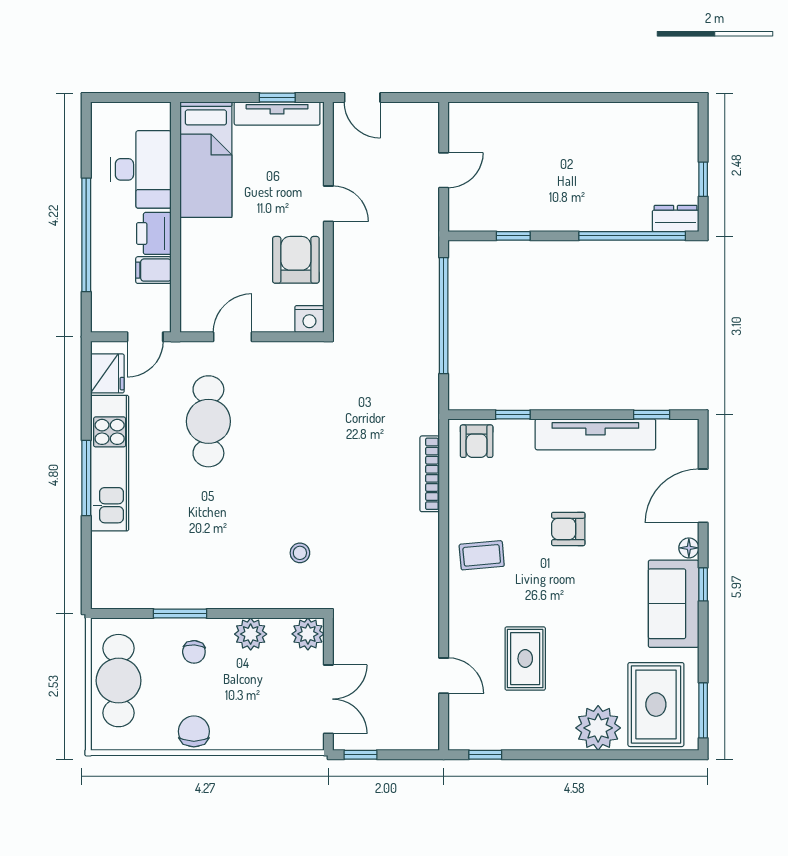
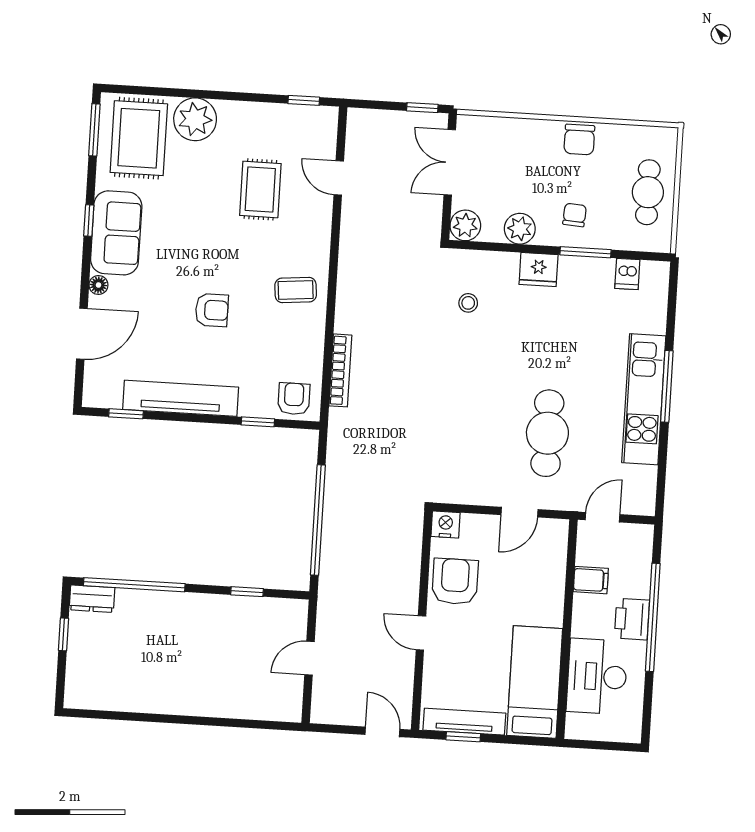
printer: (154, 233) -> (632, 619), moved, turned 180
armchair: (296, 260) -> (455, 582), turned 180
fridge: (107, 373) -> (539, 270), moved, turned -90
window: (703, 584) -> (89, 221), moved
dishwasher: (135, 593) -> (627, 274), added
cafe table: (119, 681) -> (648, 192), width x0.73, depth x0.74

